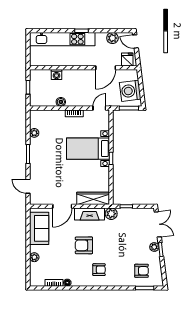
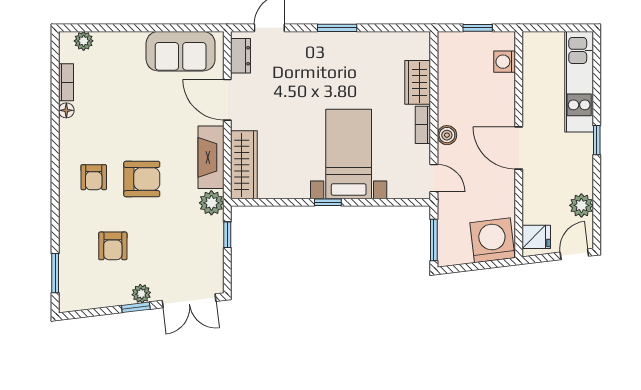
kitchen unit: (62, 39) -> (579, 82), width x0.73
door: (106, 68) -> (519, 148), moved
washing machine: (56, 75) -> (505, 62), moved
washing machine: (130, 91) -> (492, 240), moved
boiler: (61, 102) -> (447, 135), moved
wardrobe: (54, 116) -> (418, 82), added
plant: (34, 133) -> (382, 41), removed
dresser: (41, 200) -> (240, 56), added
armchair: (84, 245) -> (142, 179), moved, turned 90
plant: (34, 257) -> (84, 41), moved
armchair: (141, 271) -> (113, 246), moved

